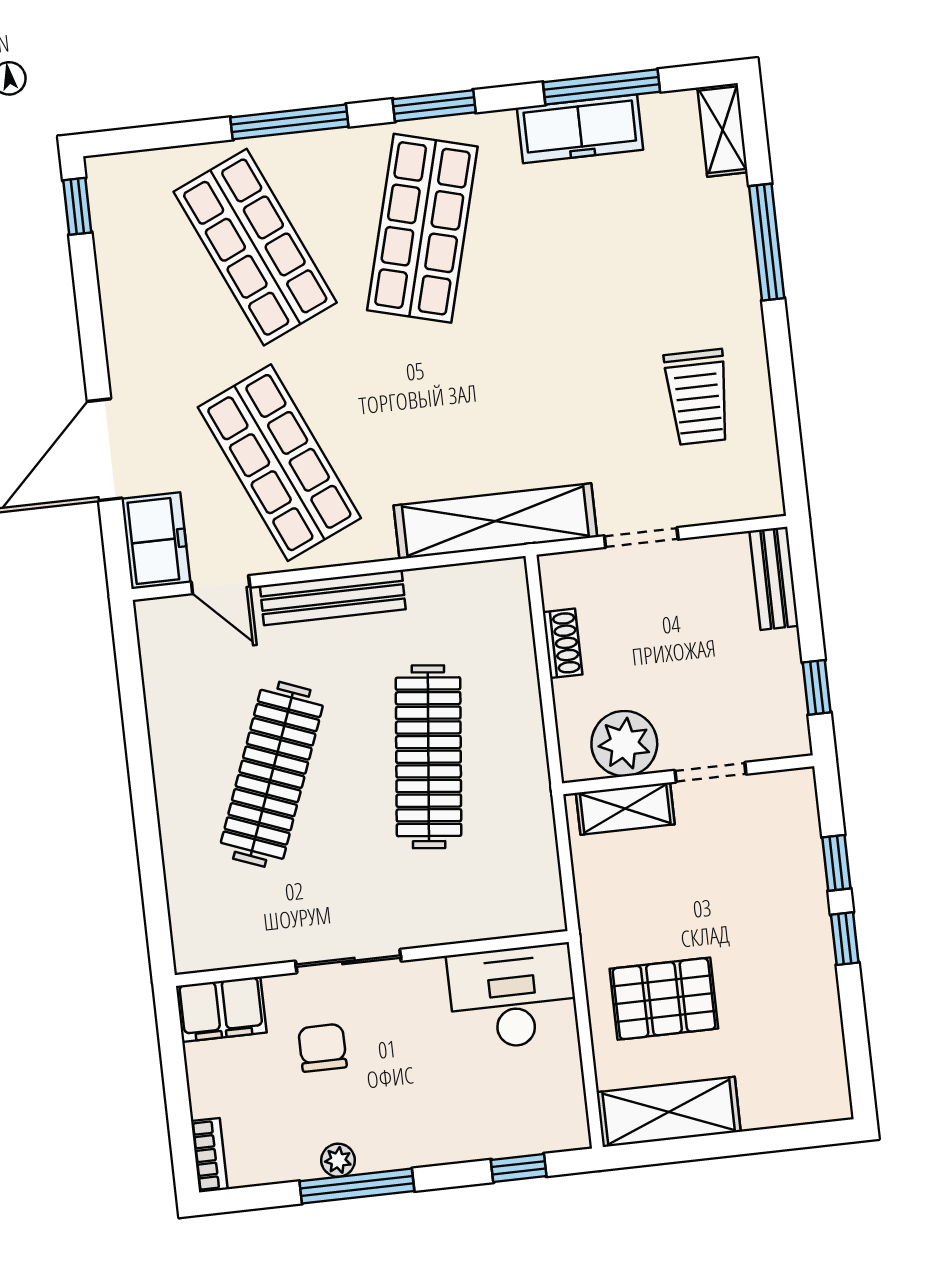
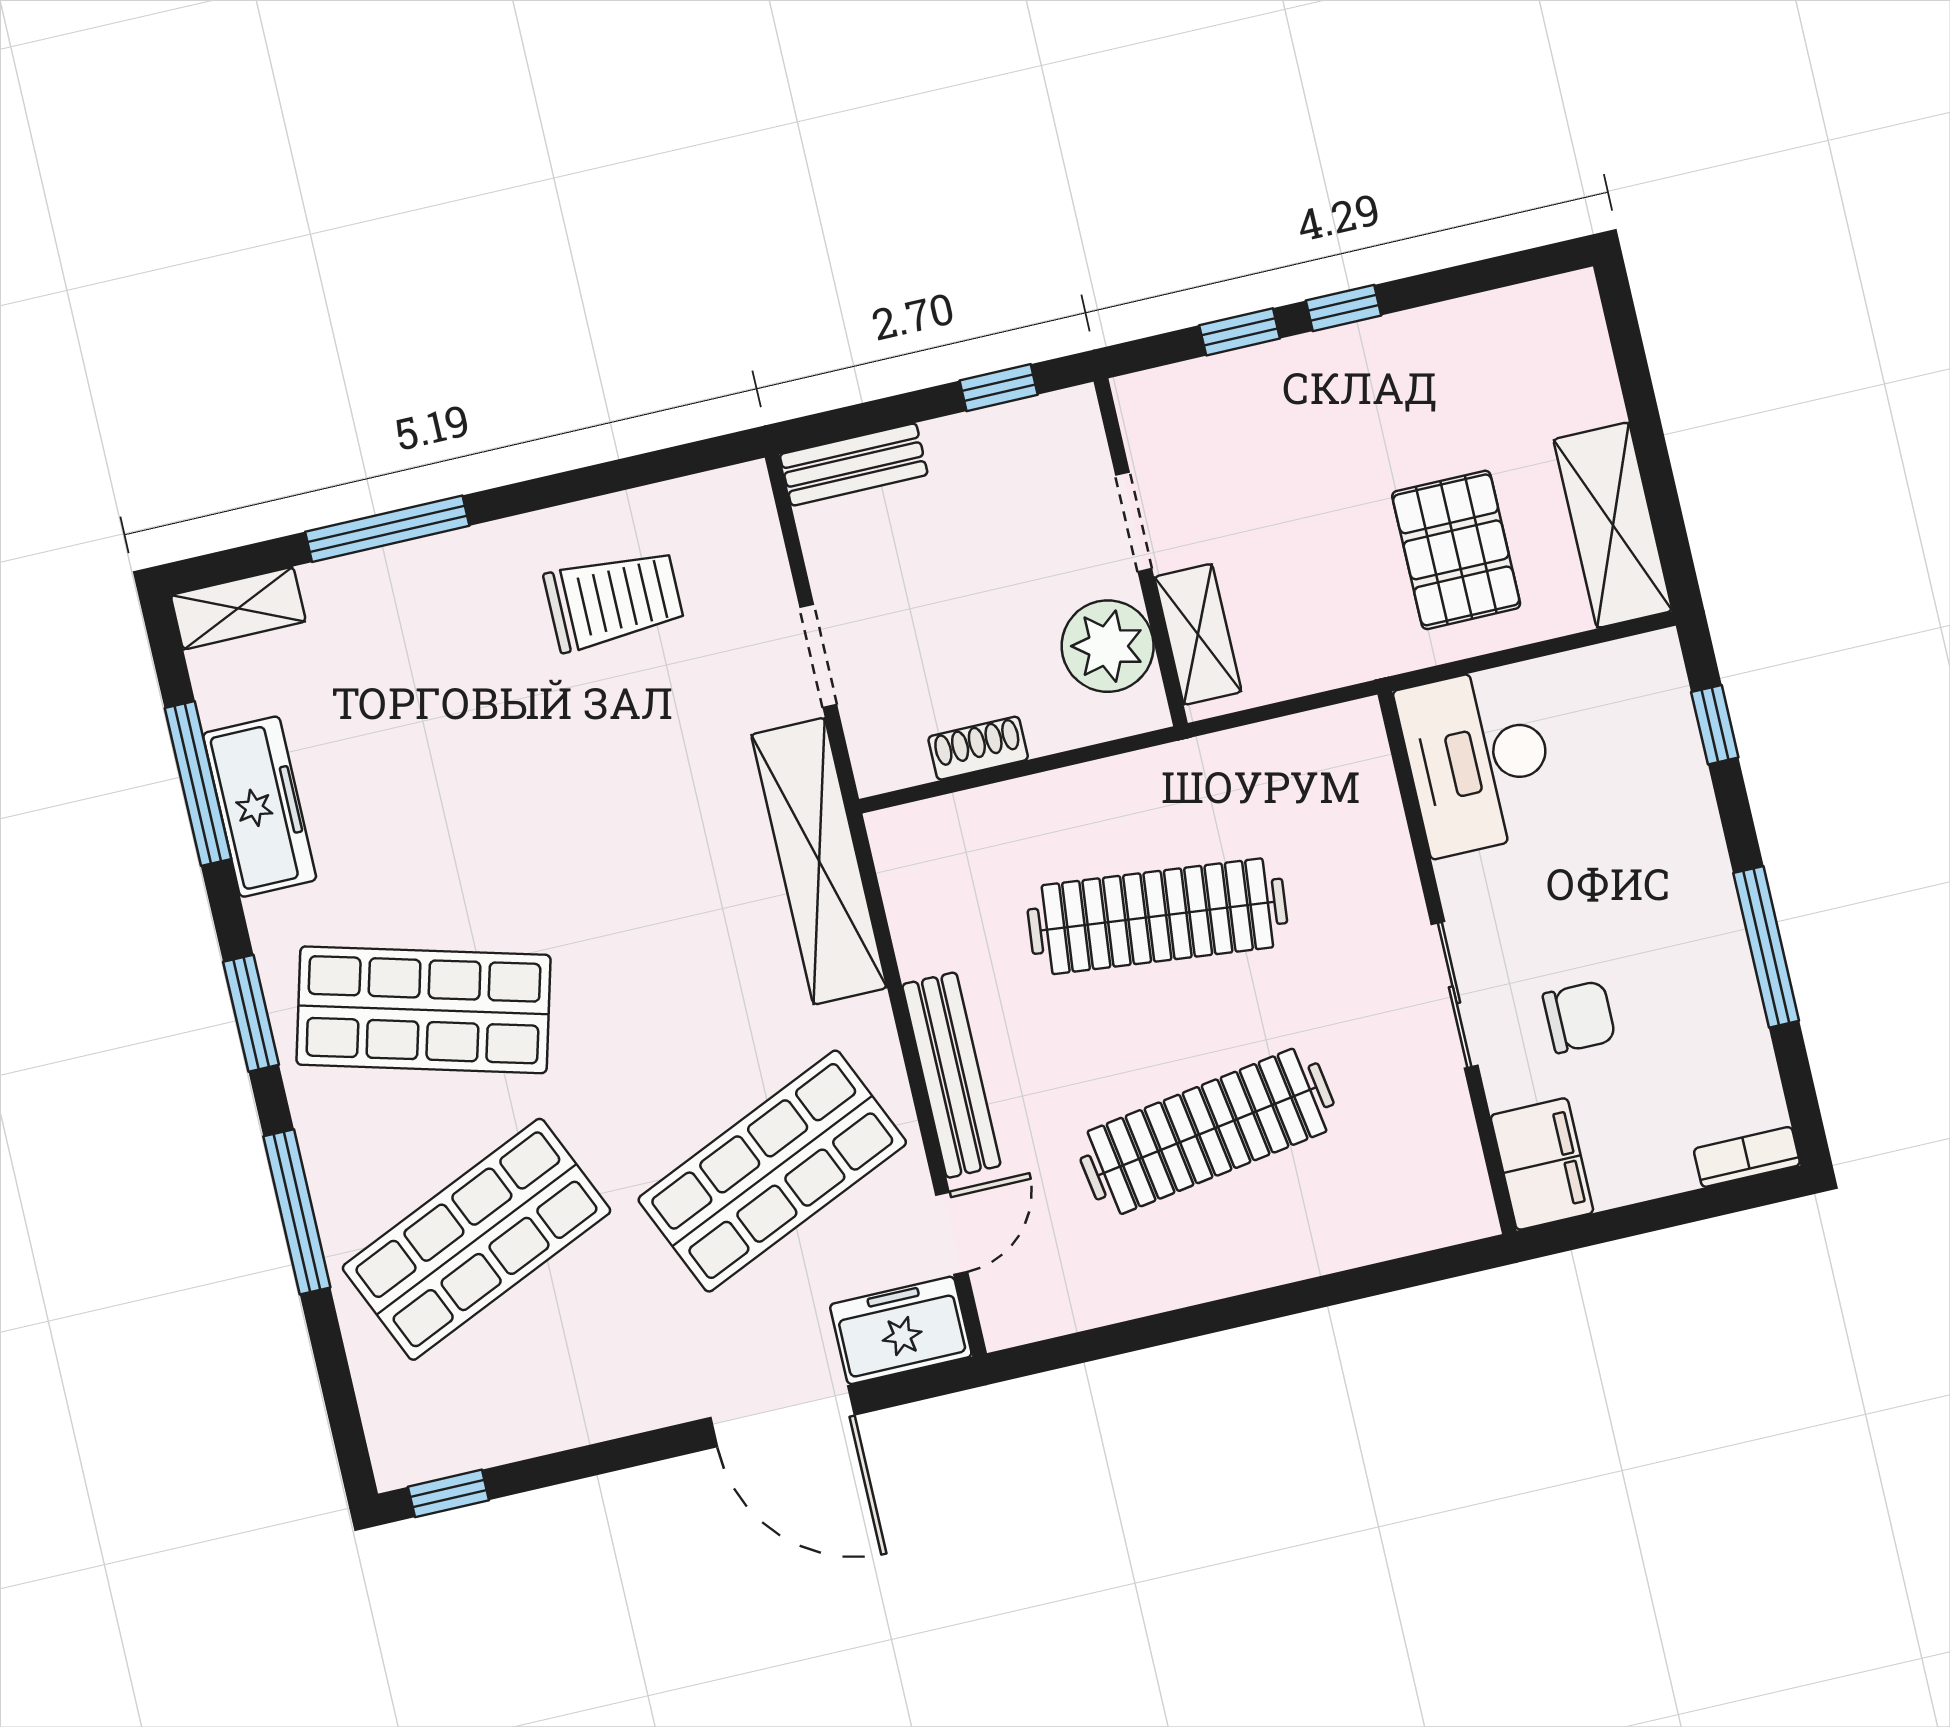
clothes rail: (272, 774) -> (1207, 1131), turned -30
chair: (322, 1048) -> (1579, 1017), turned 180
plant: (338, 1160) -> (1733, 977), removed

